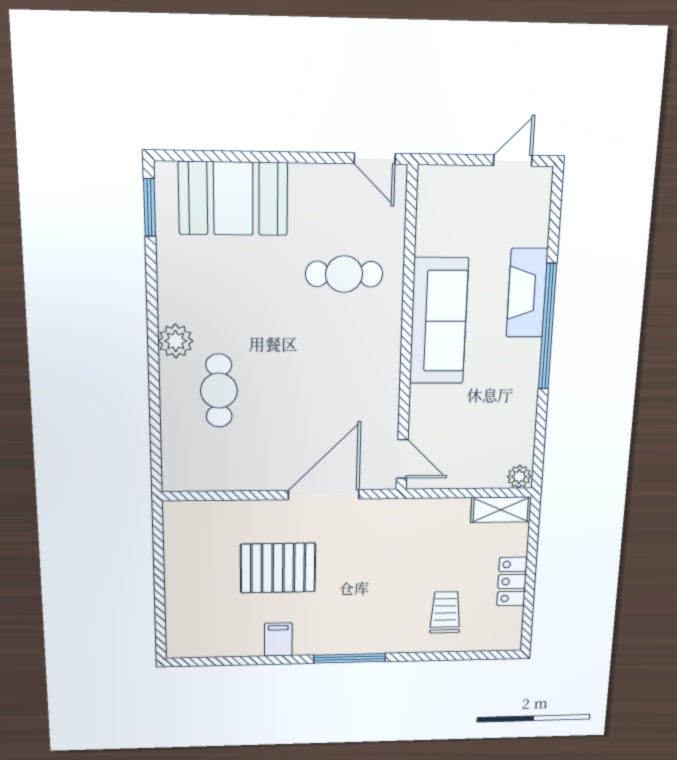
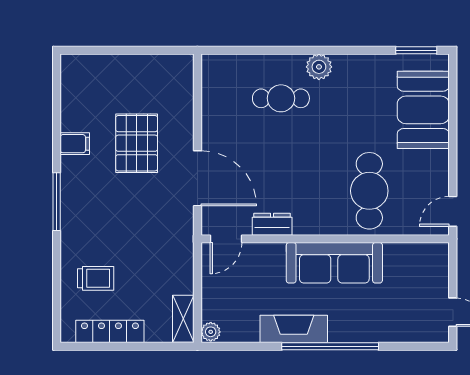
cafe table: (344, 274) -> (369, 191), width x1.37, depth x1.35
fireplace: (527, 293) -> (294, 329), moved
dresser: (385, 401) -> (272, 224), added
locker: (512, 581) -> (110, 331), width x1.53

